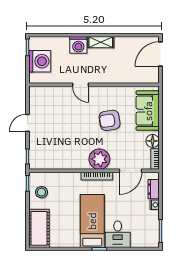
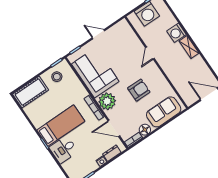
armchair: (110, 120) -> (139, 90), turned 99
corner sofa: (63, 152) -> (95, 73), added

